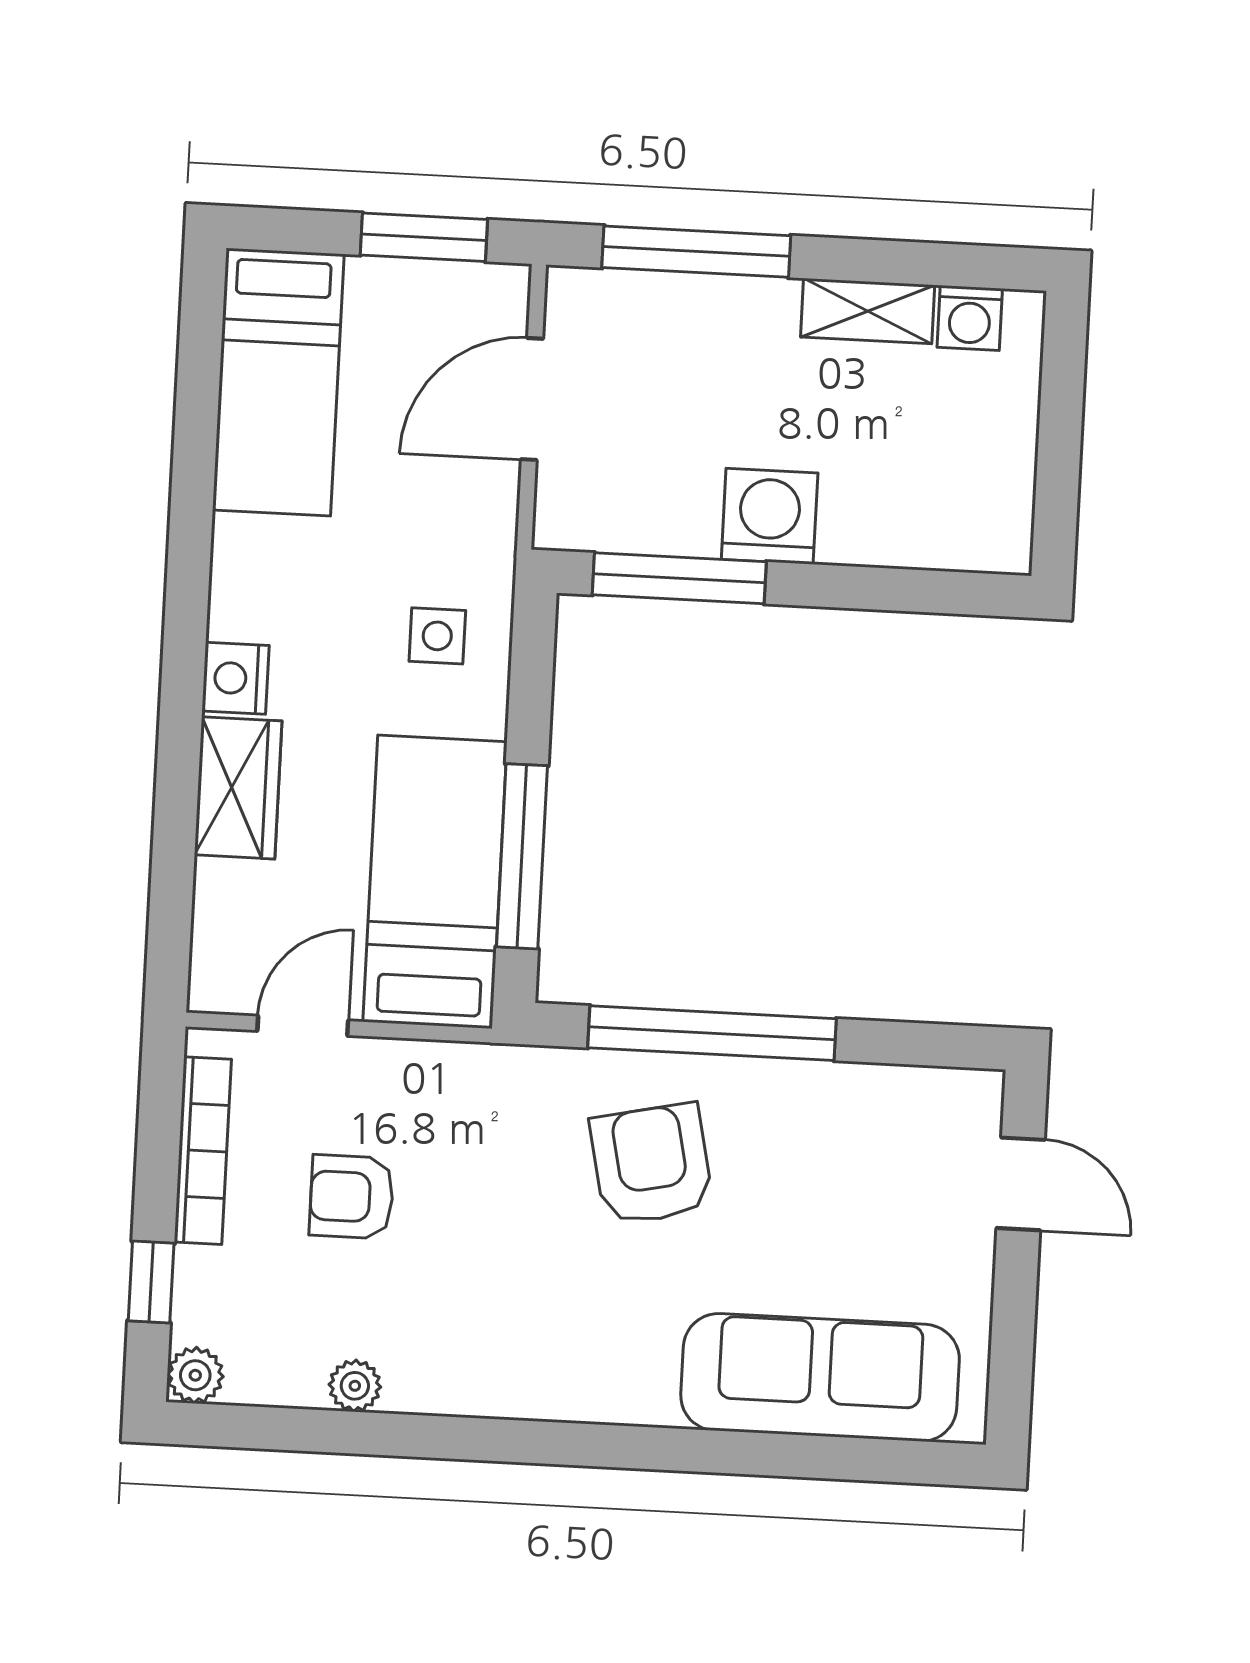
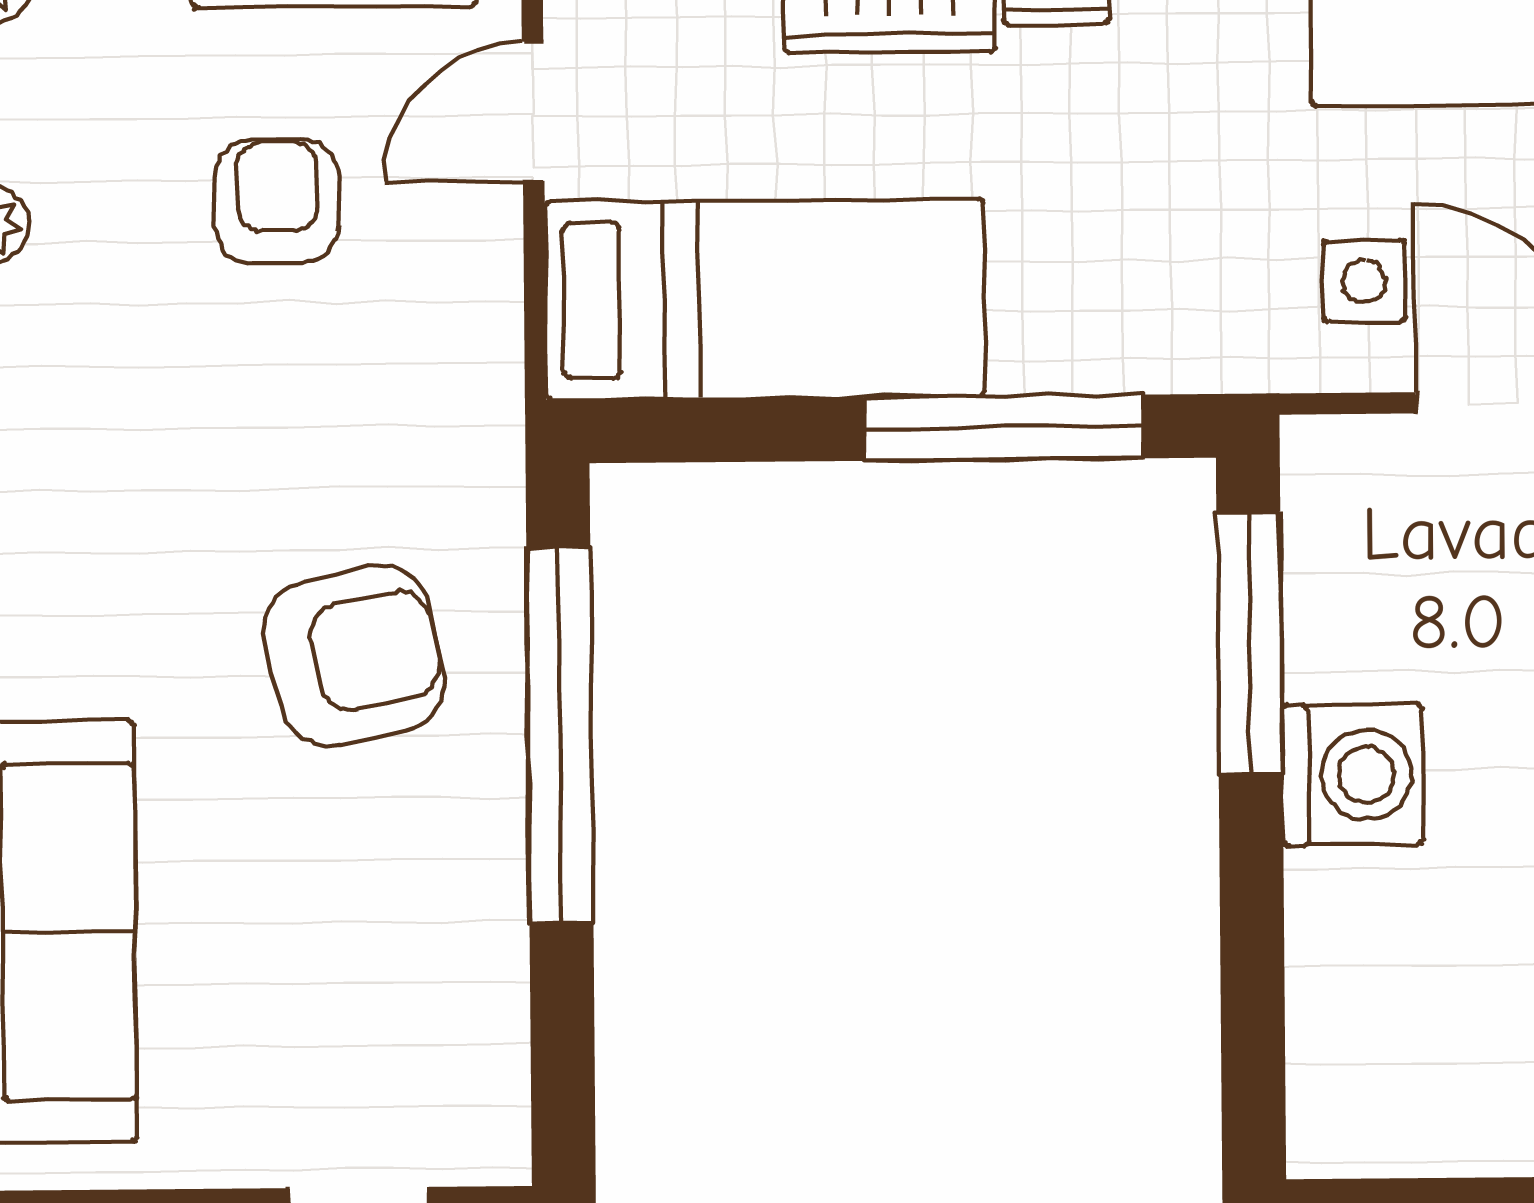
side table: (437, 636) -> (1364, 281), moved
window: (522, 856) -> (1004, 428), moved
door: (303, 1026) -> (533, 111), swing flipped

